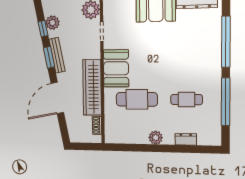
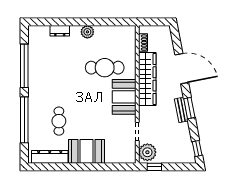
plant: (52, 23) -> (185, 141), removed
window: (43, 29) -> (197, 149), moved
bench: (57, 55) -> (181, 110), width x0.73
door: (57, 98) -> (182, 69), hinge flipped
cafe table: (187, 100) -> (59, 121), moved, turned 90

